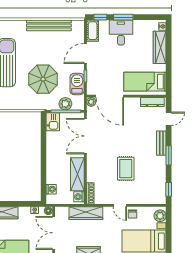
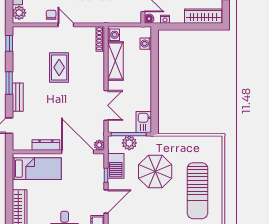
dresser: (152, 102) -> (46, 145), moved
double door: (85, 136) -> (106, 105), width x0.73
wardrobe: (86, 213) -> (105, 16), removed

